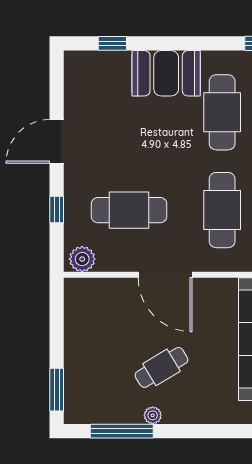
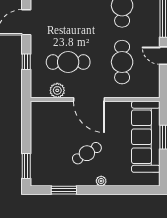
plant: (82, 259) -> (57, 90), moved
plant: (153, 415) -> (101, 181), moved
window: (122, 431) -> (64, 190), width x0.69

